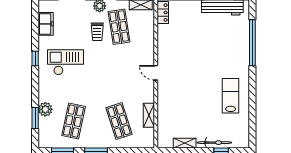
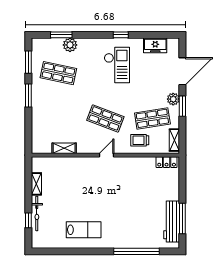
trolley: (97, 32) -> (140, 140), moved
shop shelf: (119, 121) -> (105, 118), moved, turned 39

